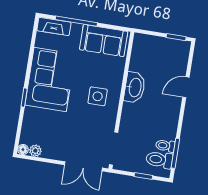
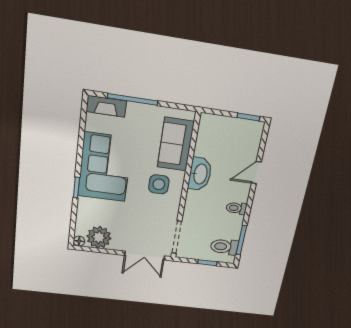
sofa: (104, 41) -> (176, 144), moved, turned 90
toilet: (165, 146) -> (236, 208), moved
plant: (35, 151) -> (99, 237), width x1.87, depth x1.87

